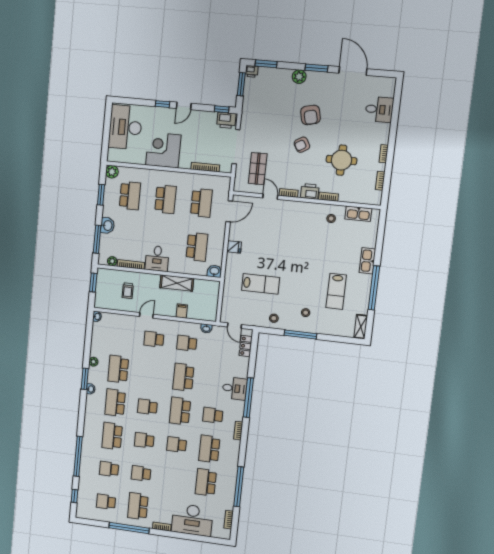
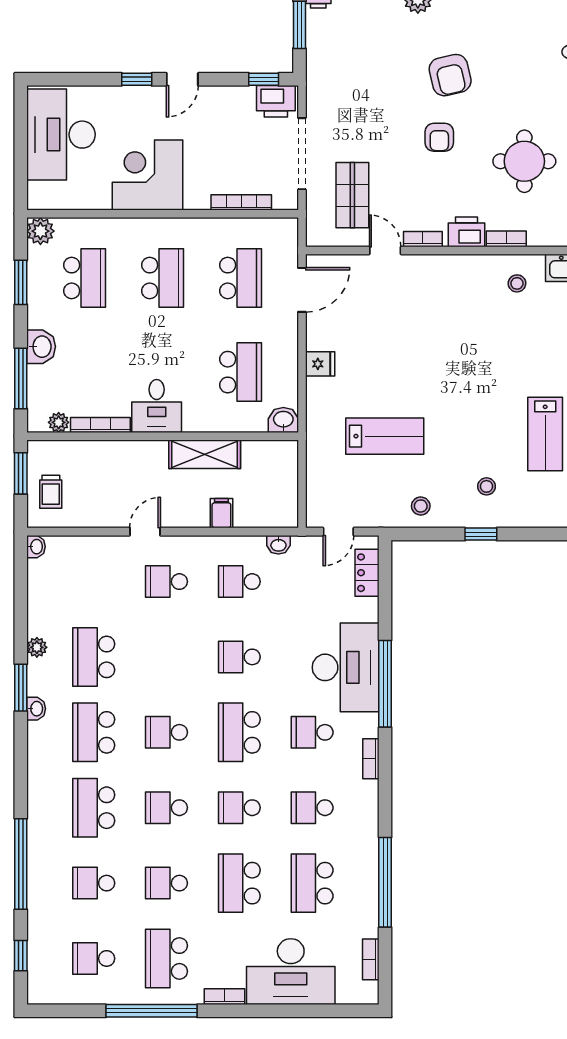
armchair: (302, 145) -> (439, 137), turned -60
trolley: (128, 291) -> (51, 492), moved
door: (234, 326) -> (338, 532), hinge flipped
window: (300, 334) -> (481, 534), width x0.46
school desk: (183, 377) -> (239, 657), width x0.54
desk: (235, 388) -> (346, 667), width x1.87, depth x1.30
school desk: (209, 449) -> (312, 808), width x0.54
school desk: (173, 478) -> (239, 883), added

